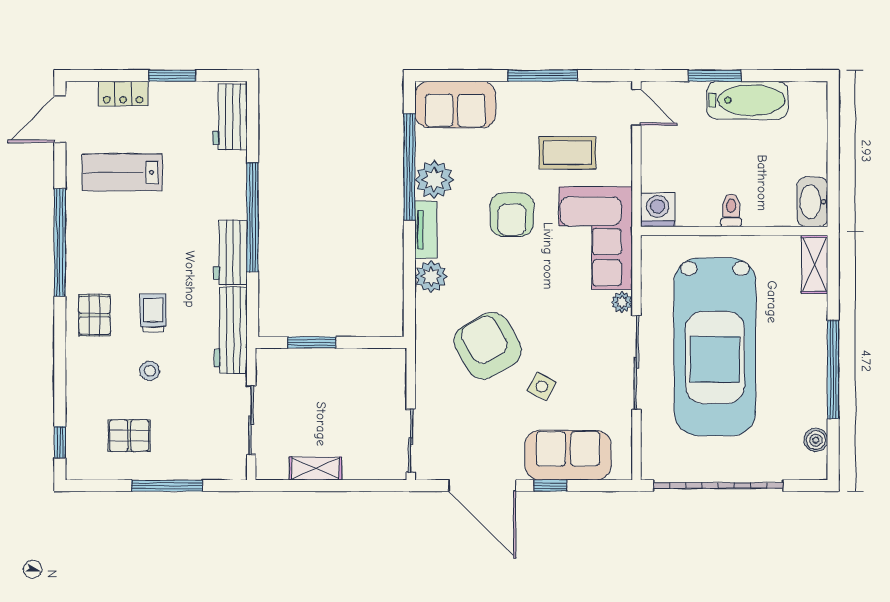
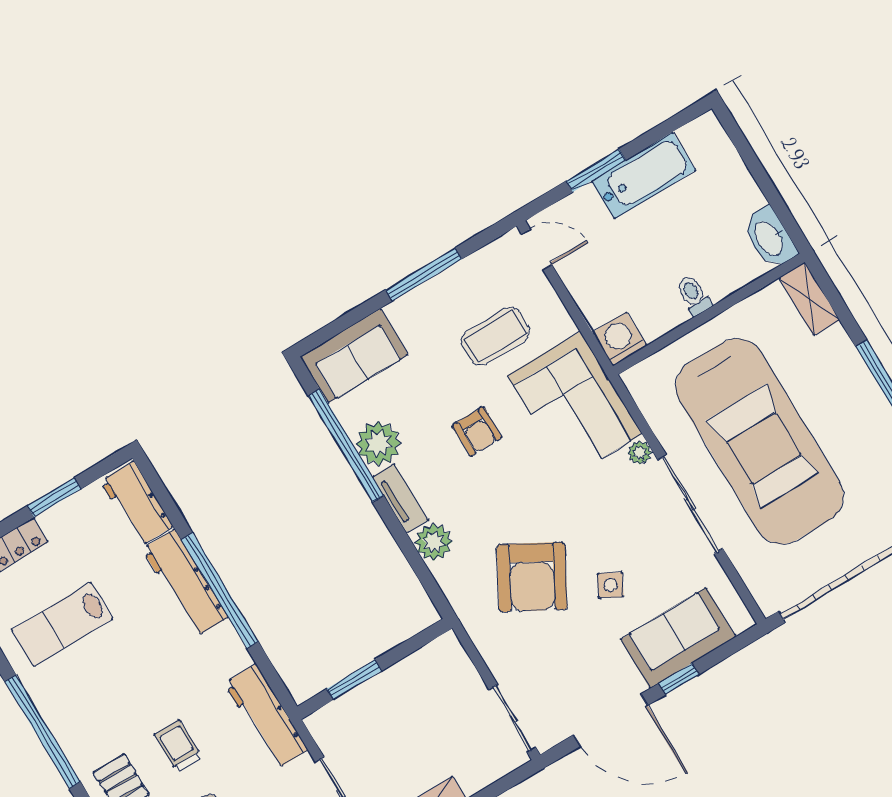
armchair: (512, 214) -> (477, 431), width x0.72, depth x0.72
workbench: (230, 252) -> (185, 583), moved, width x1.38
armchair: (488, 346) -> (532, 577), turned -121

